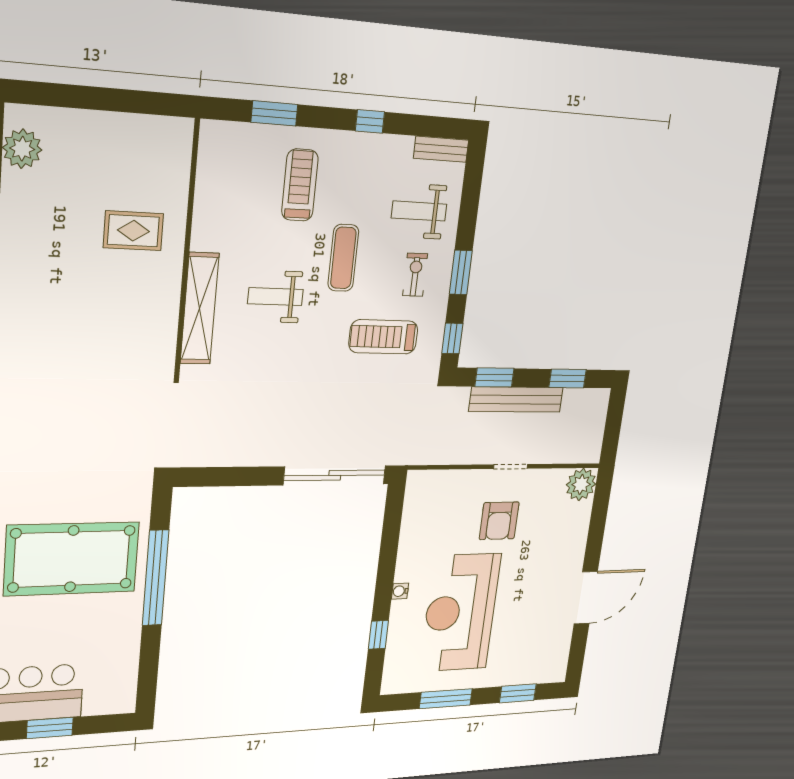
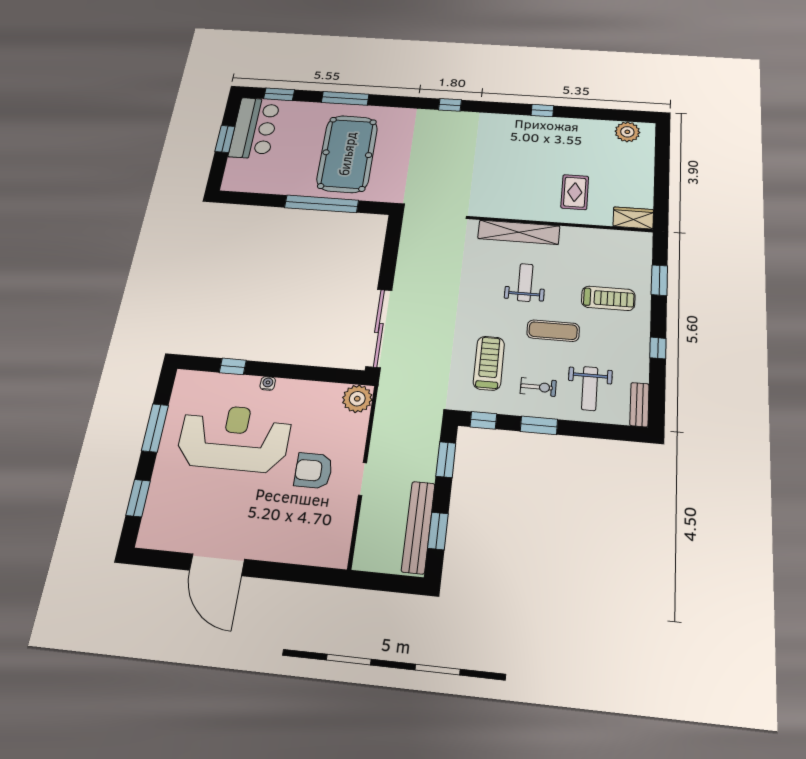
wardrobe: (176, 146) -> (633, 218), added
weight bench: (419, 211) -> (590, 388), turned 180
bench: (516, 399) -> (418, 527), moved
plant: (581, 484) -> (357, 399), moved

